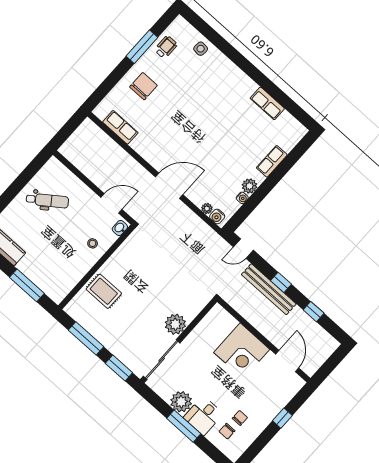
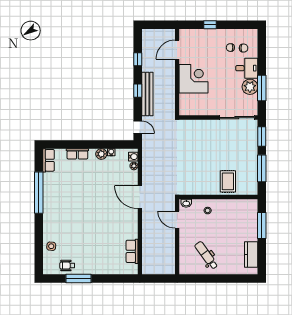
chair: (143, 86) -> (99, 259), removed
window: (268, 86) -> (39, 193), added
row of seats: (267, 103) -> (49, 160), moved
plant: (175, 324) -> (211, 127), removed
window: (184, 426) -> (262, 88), moved

